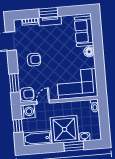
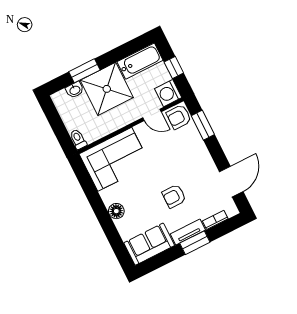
sofa: (84, 31) -> (149, 244), moved, turned -90
armchair: (34, 60) -> (174, 196), moved
door: (43, 102) -> (152, 115), hinge flipped

